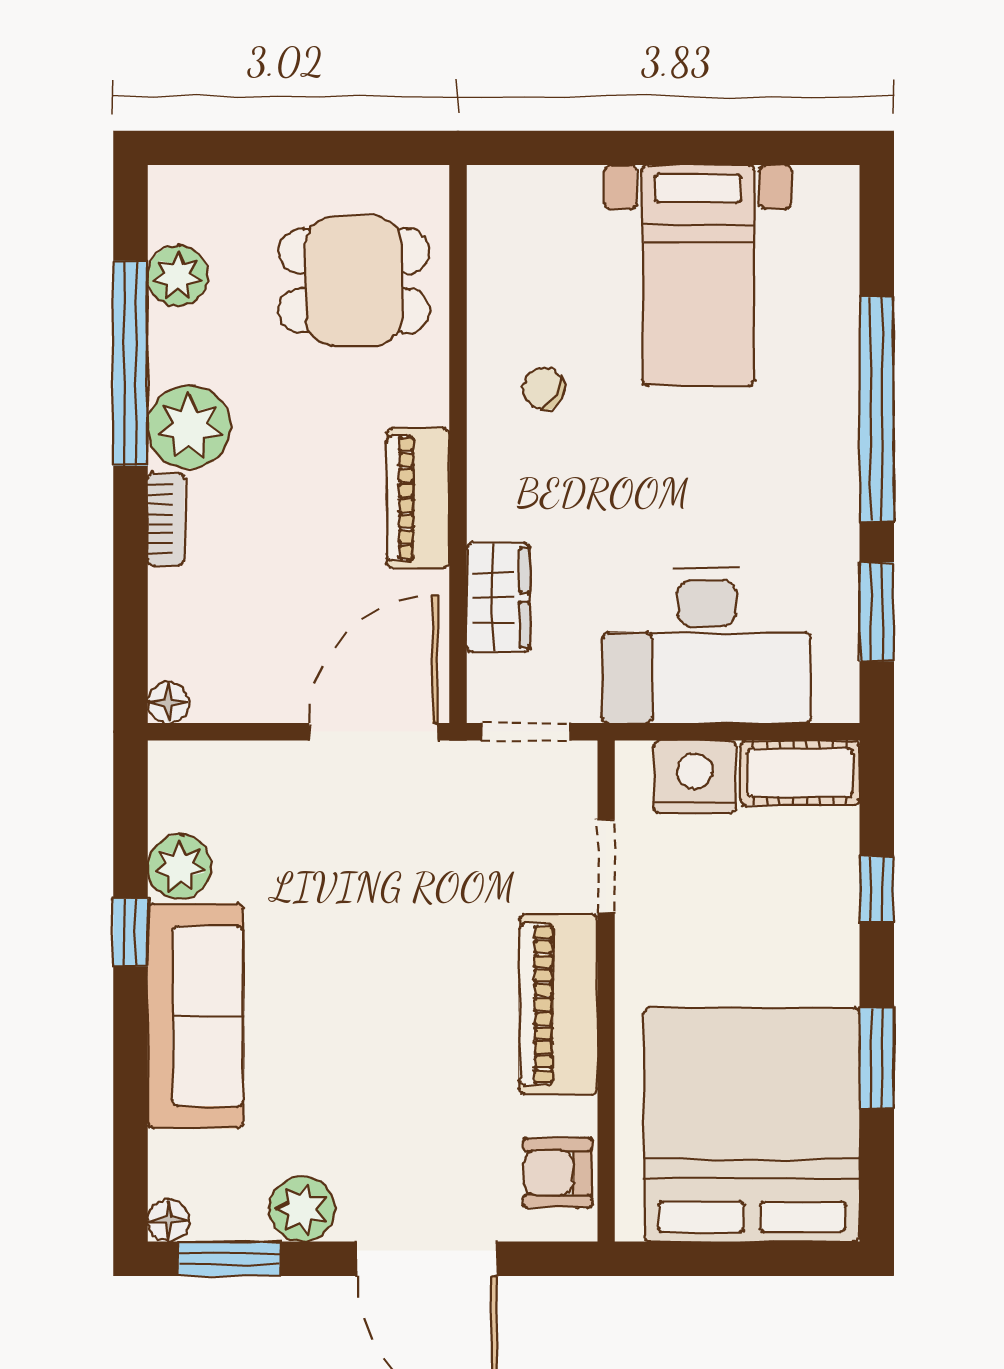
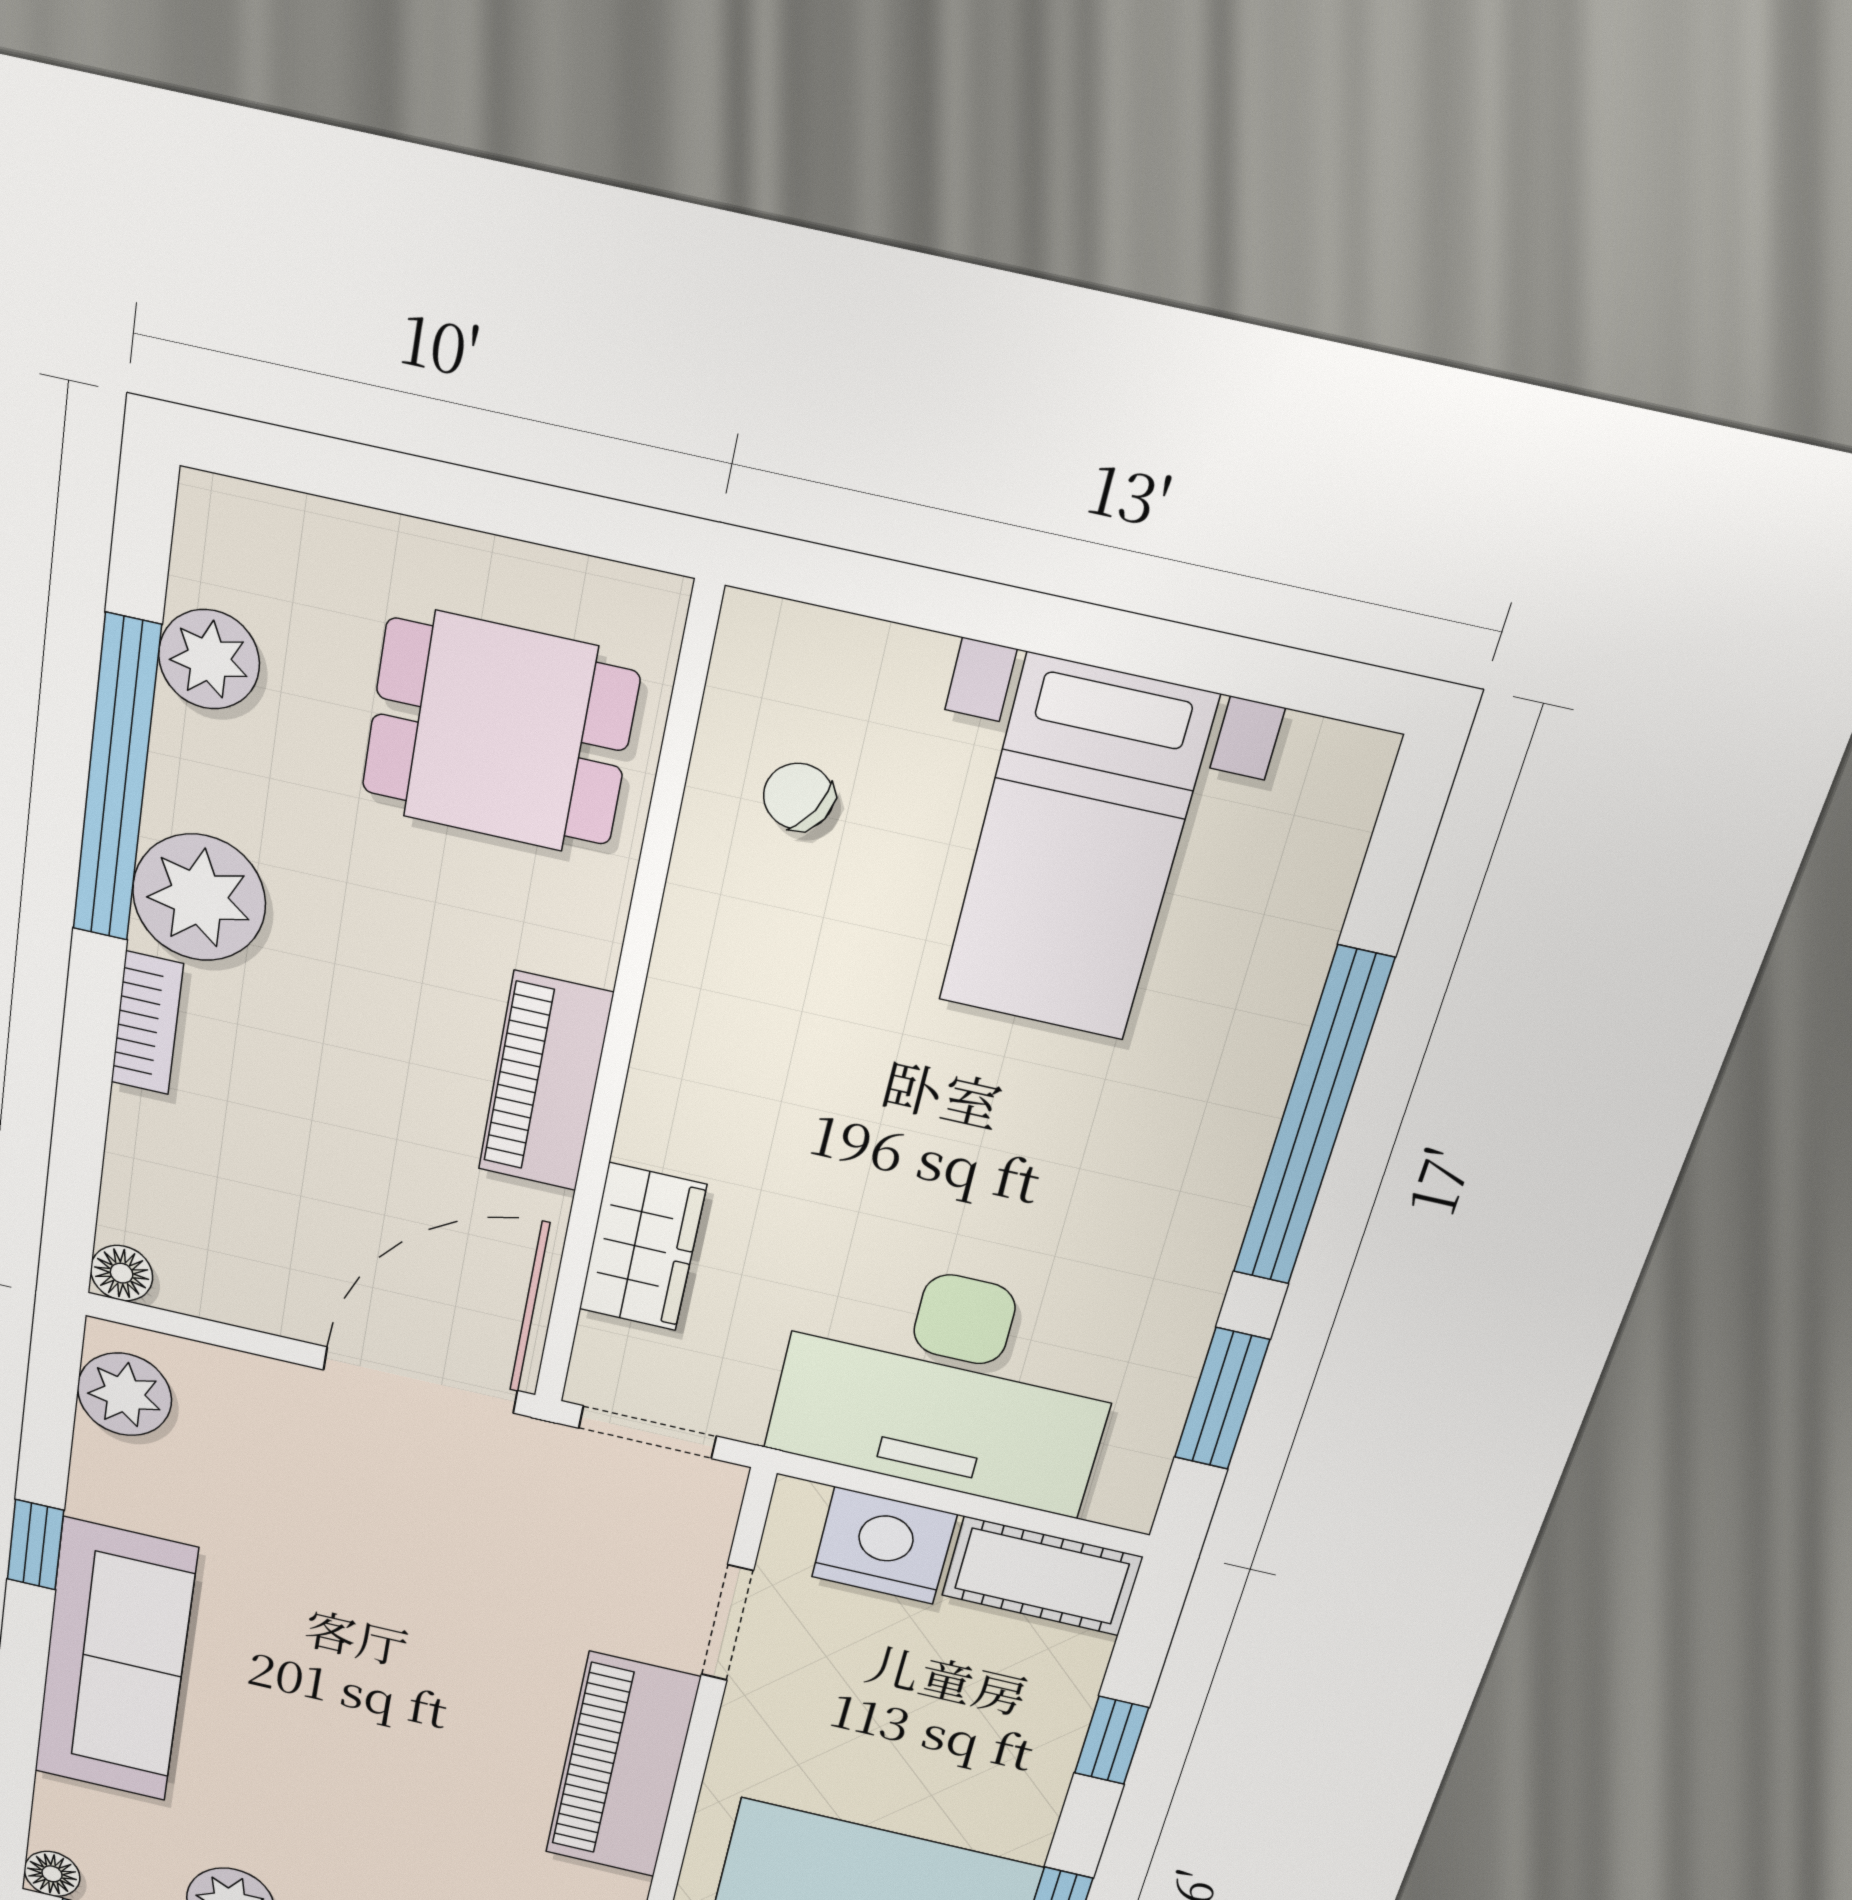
chair: (544, 388) -> (799, 796), moved
plant: (180, 867) -> (124, 1394), moved

